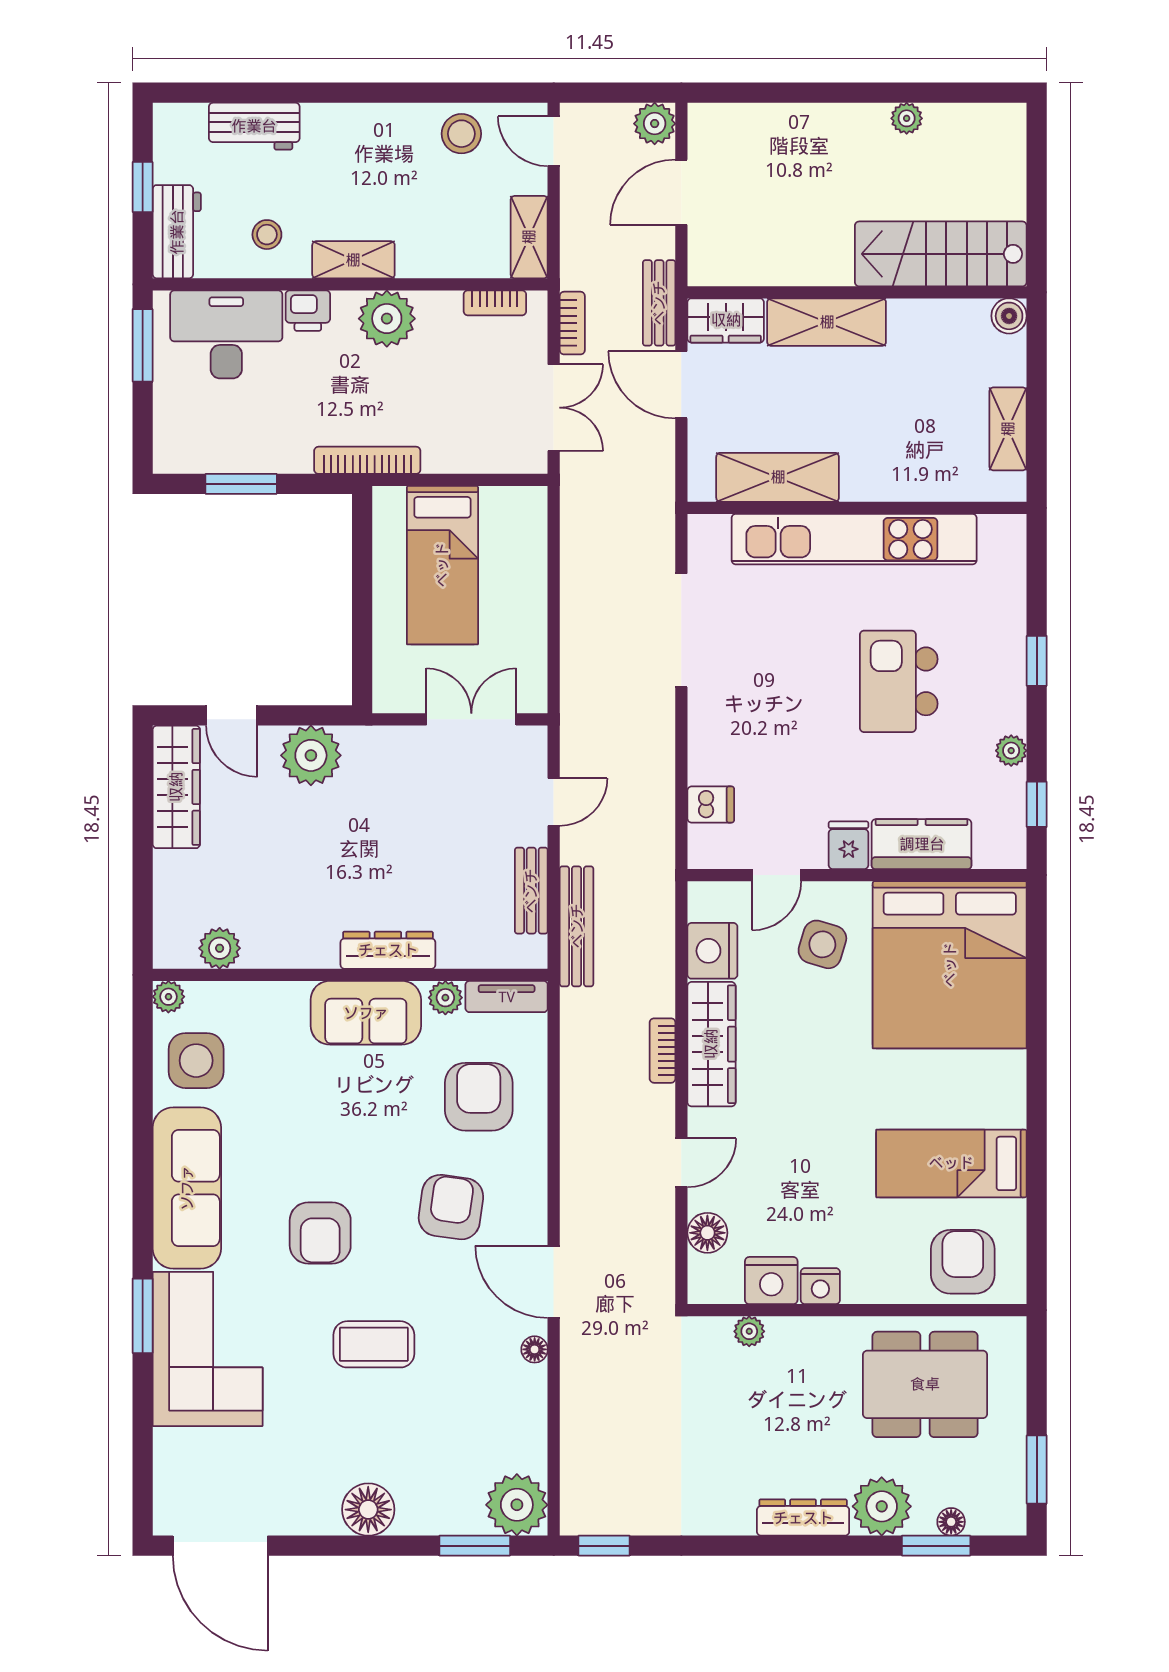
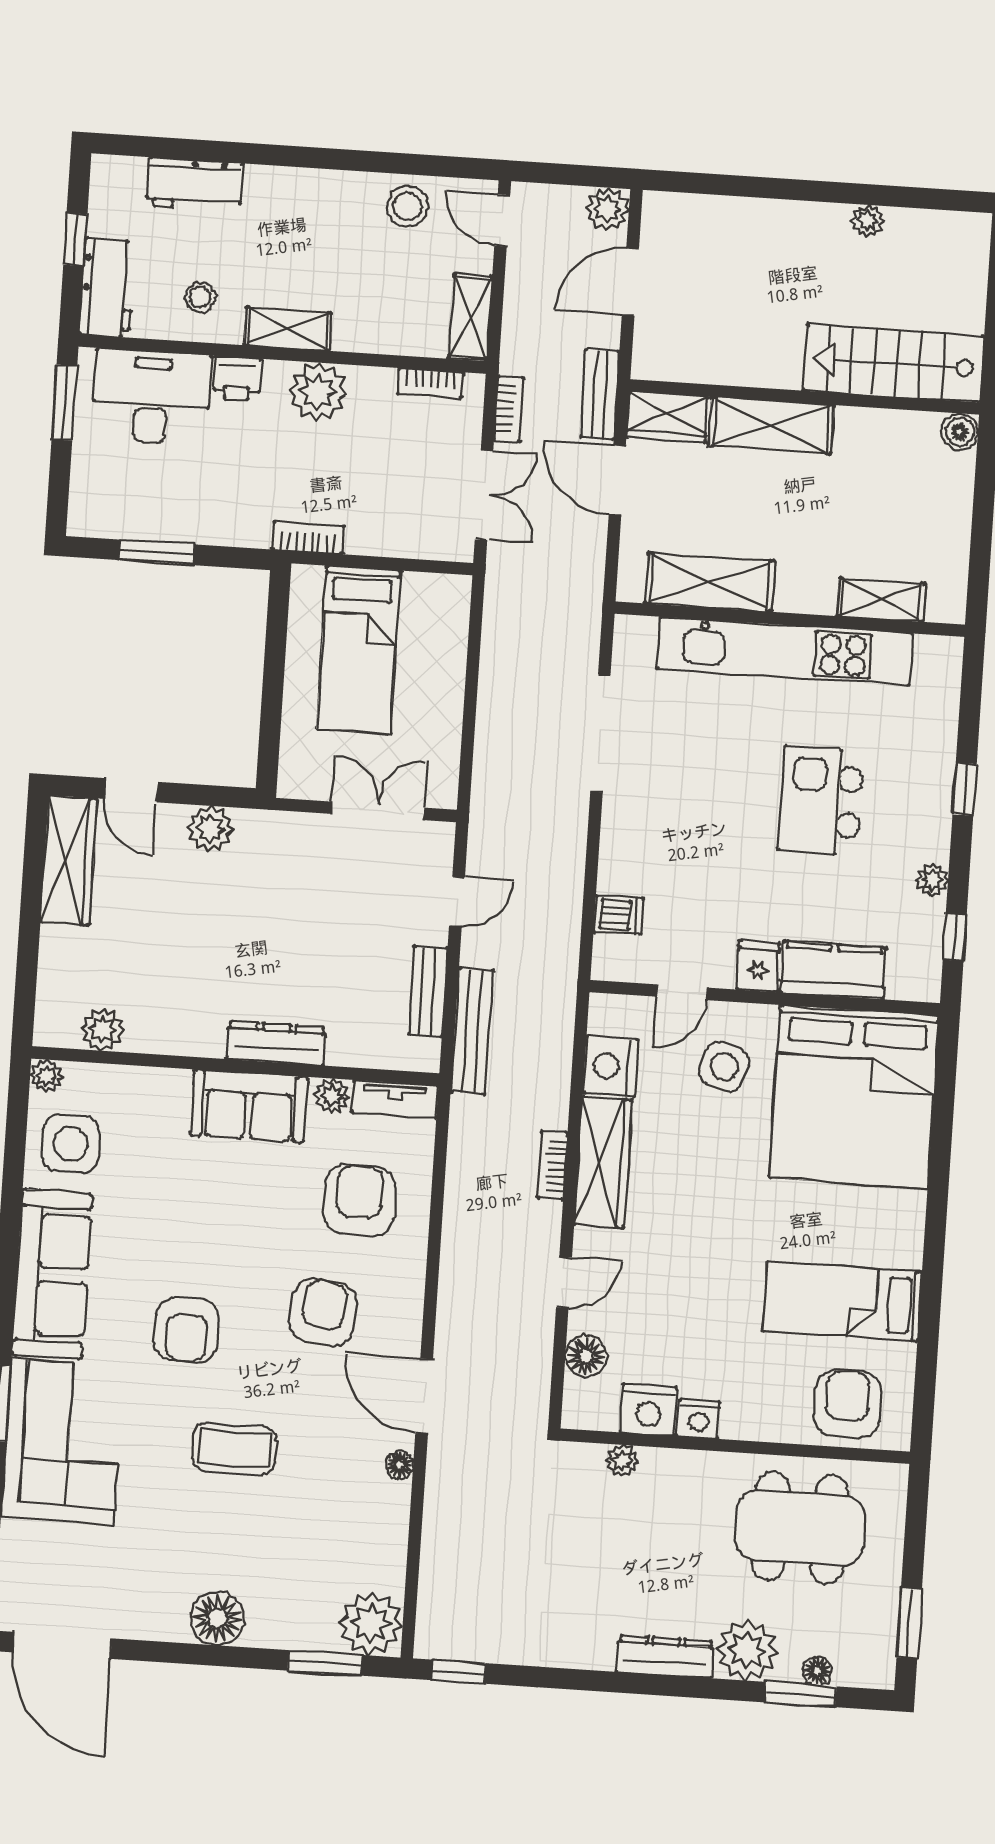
shelving: (1008, 429) -> (881, 600), moved, turned 90
bookcase: (367, 460) -> (308, 538), width x0.64
plant: (311, 755) -> (210, 829), width x0.73, depth x0.73

